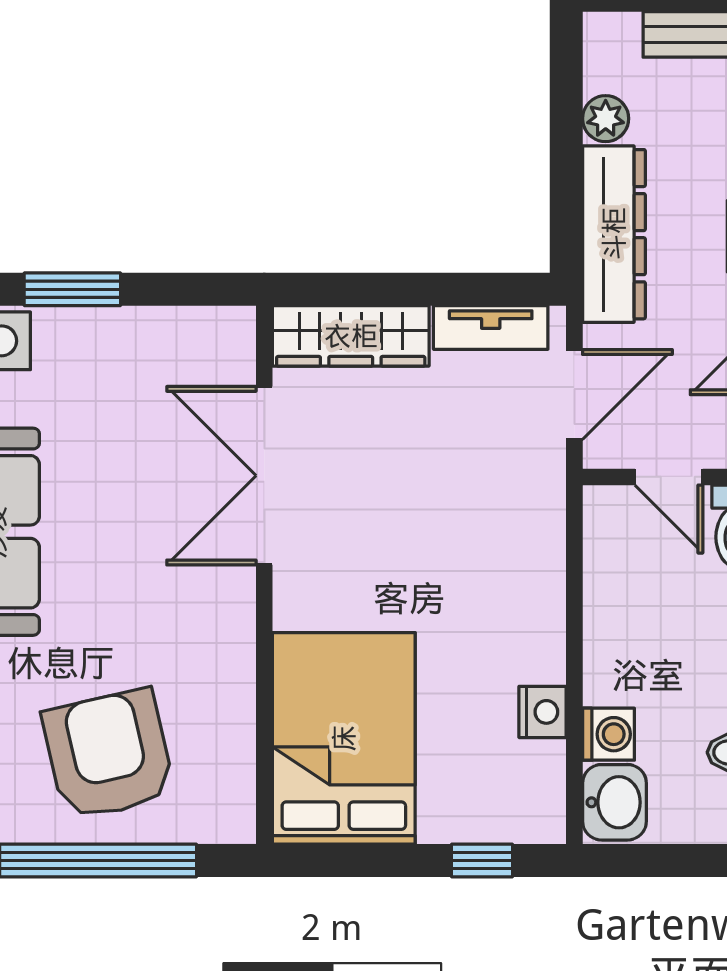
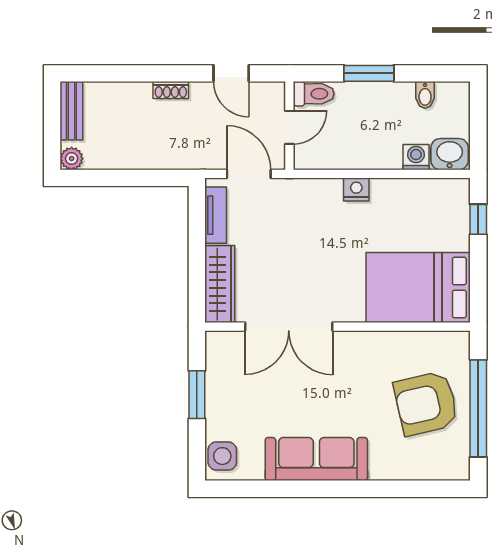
plant: (606, 119) -> (72, 159), moved
dresser: (614, 234) -> (170, 154), removed
window: (72, 289) -> (197, 395), moved
nightstand: (543, 712) -> (356, 190), moved

